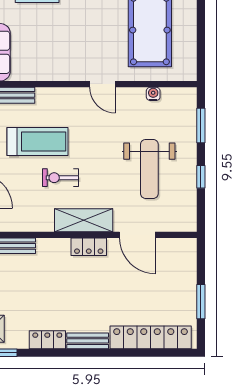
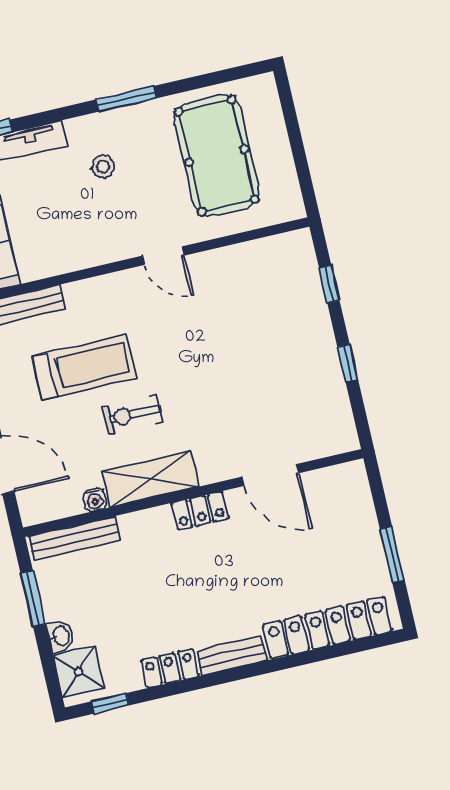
stool: (78, 21) -> (103, 167), added
water cooler: (153, 94) -> (95, 500), moved, turned 180
window: (201, 125) -> (329, 284), width x0.67
weight bench: (149, 169) -> (266, 369), removed
shelving: (84, 220) -> (150, 479), moved

